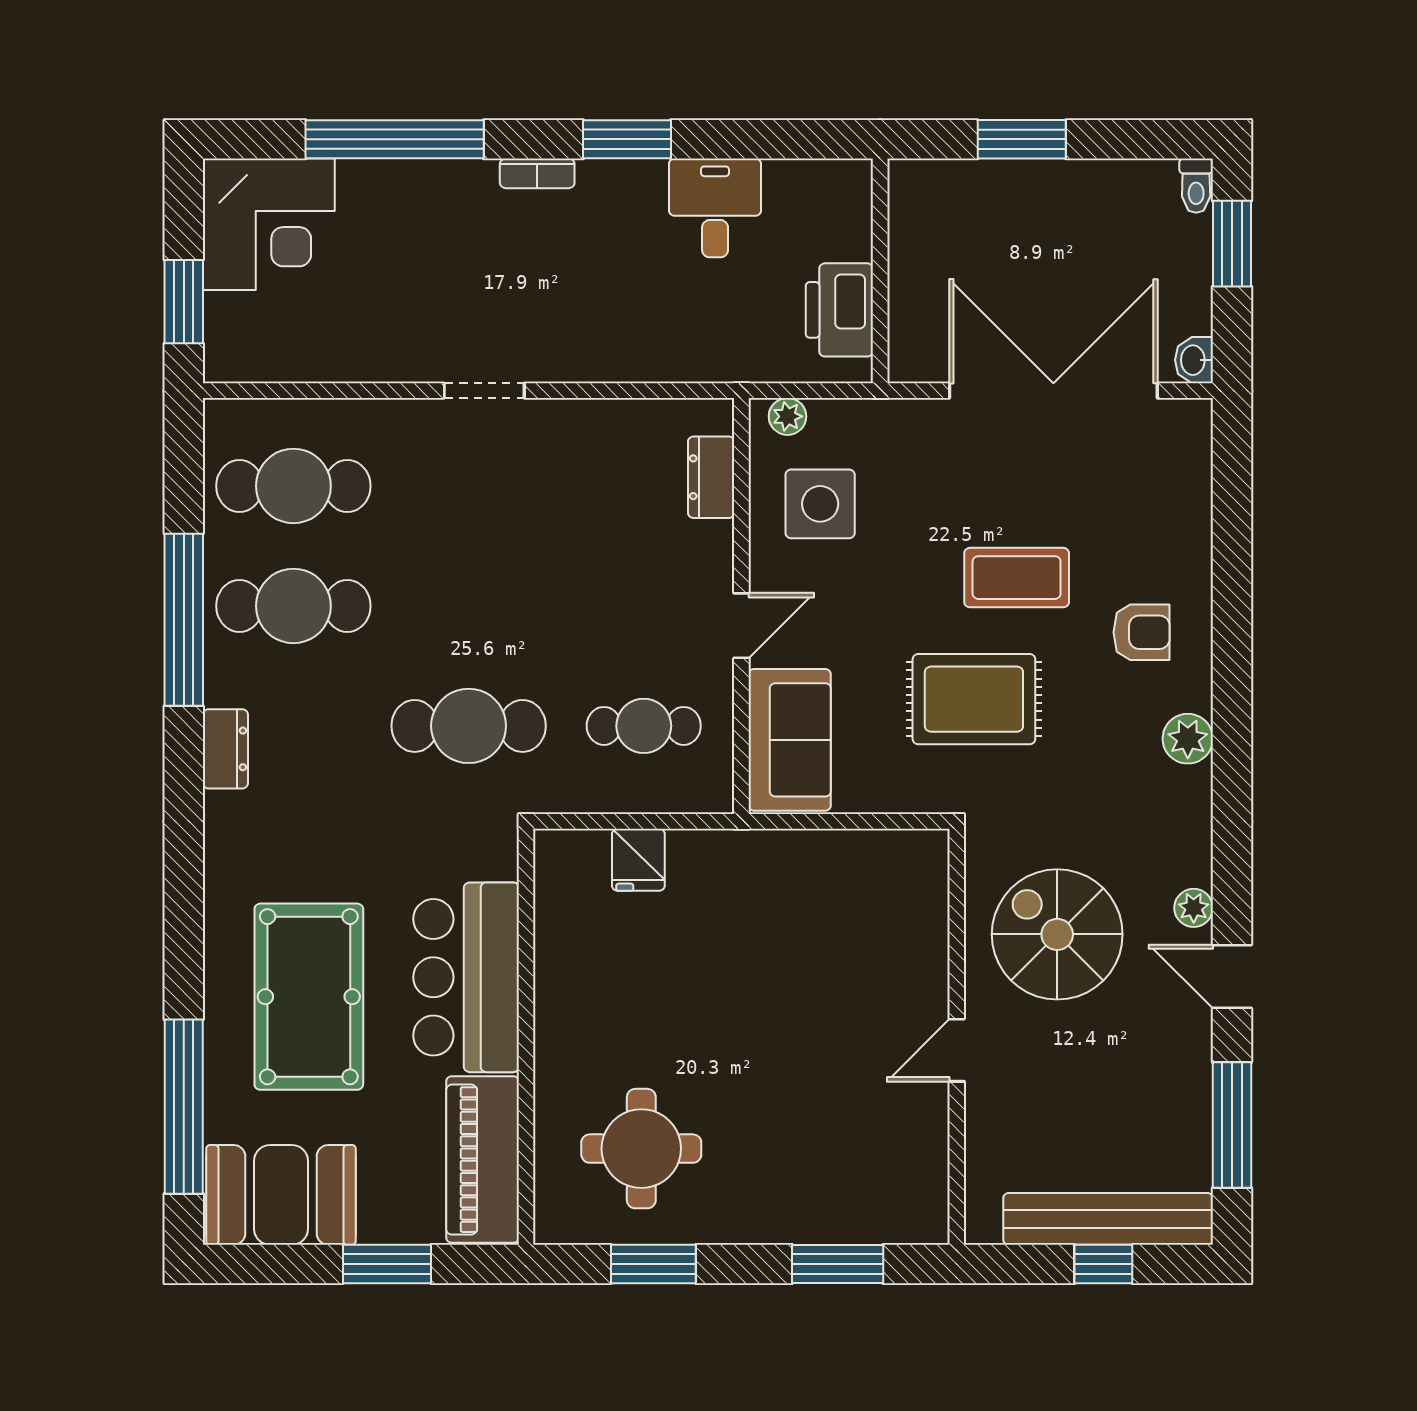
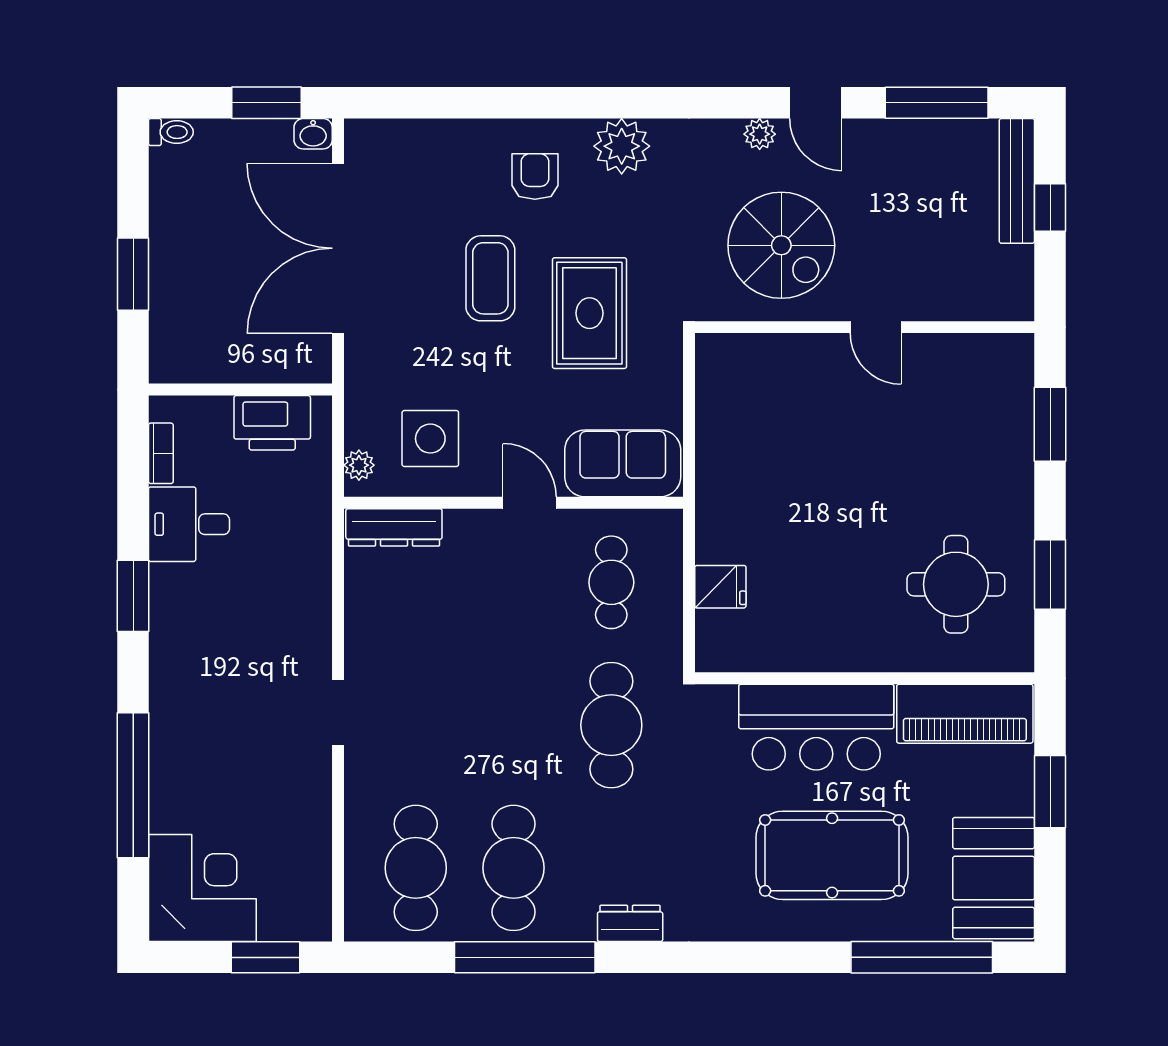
bookcase: (537, 173) -> (161, 453), moved
window: (1232, 244) -> (266, 103), moved
dresser: (711, 477) -> (394, 527), width x1.44
plant: (1188, 739) -> (622, 146), width x1.36, depth x1.36
spiral stairs: (1057, 934) -> (781, 245), turned -90
door: (1232, 977) -> (816, 103), hinge flipped
bench: (1108, 1219) -> (1017, 181), width x0.73, depth x0.82

